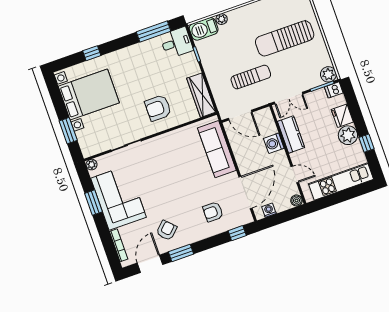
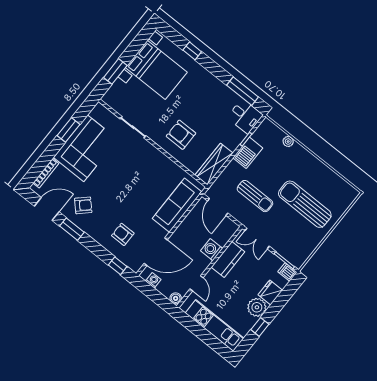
barbecue: (204, 29) -> (248, 153), moved, turned -90
plant: (328, 74) -> (297, 259), removed
plant: (92, 165) -> (99, 109), removed

